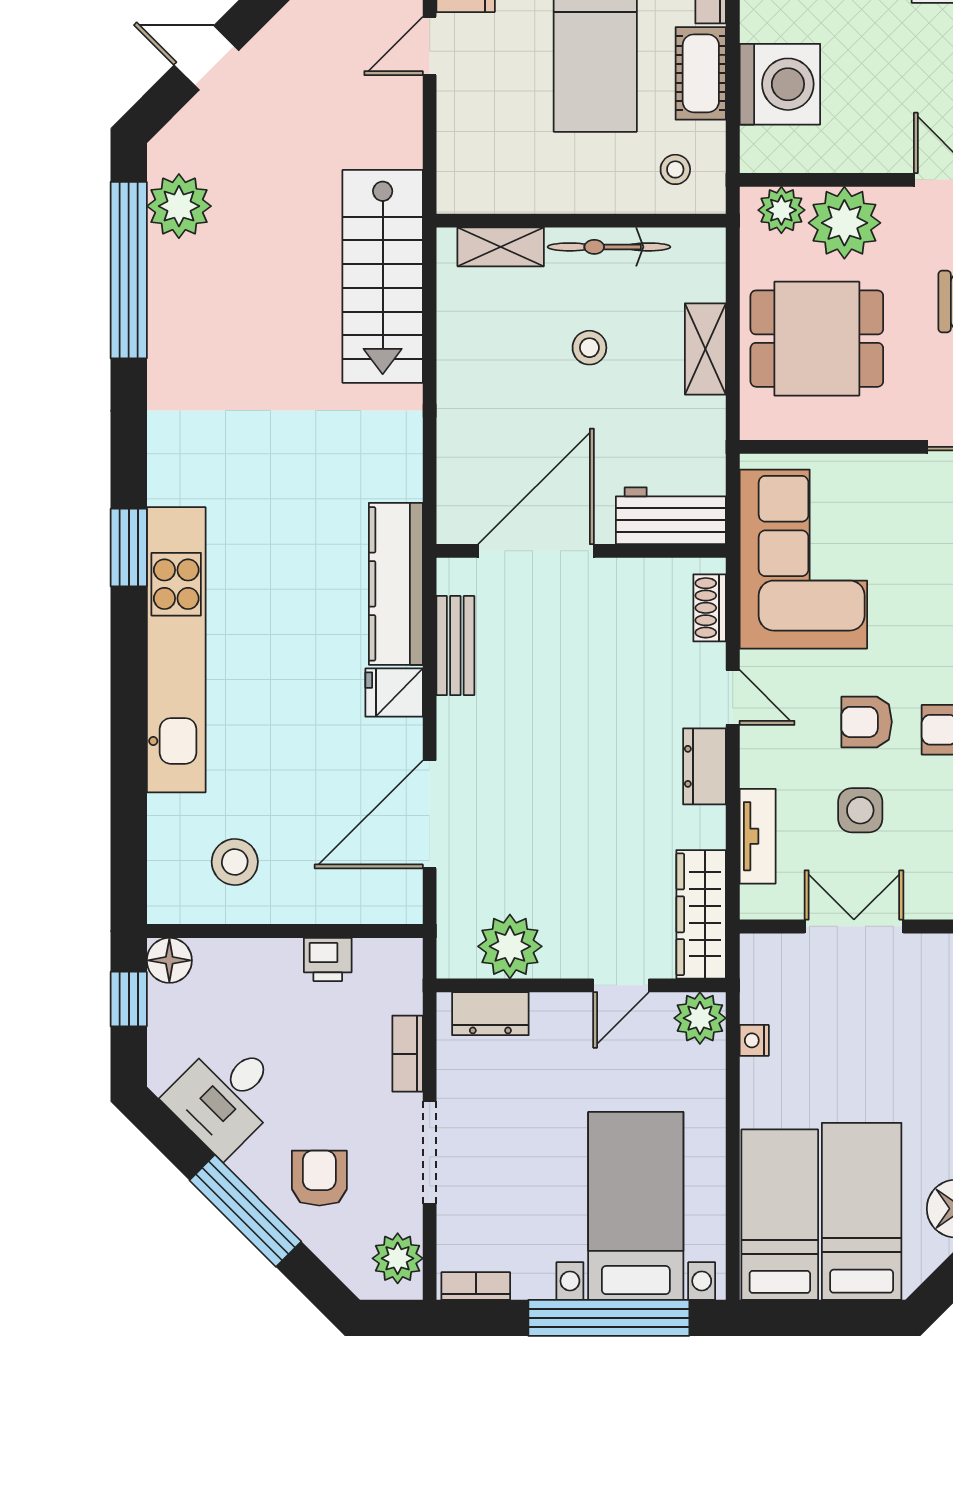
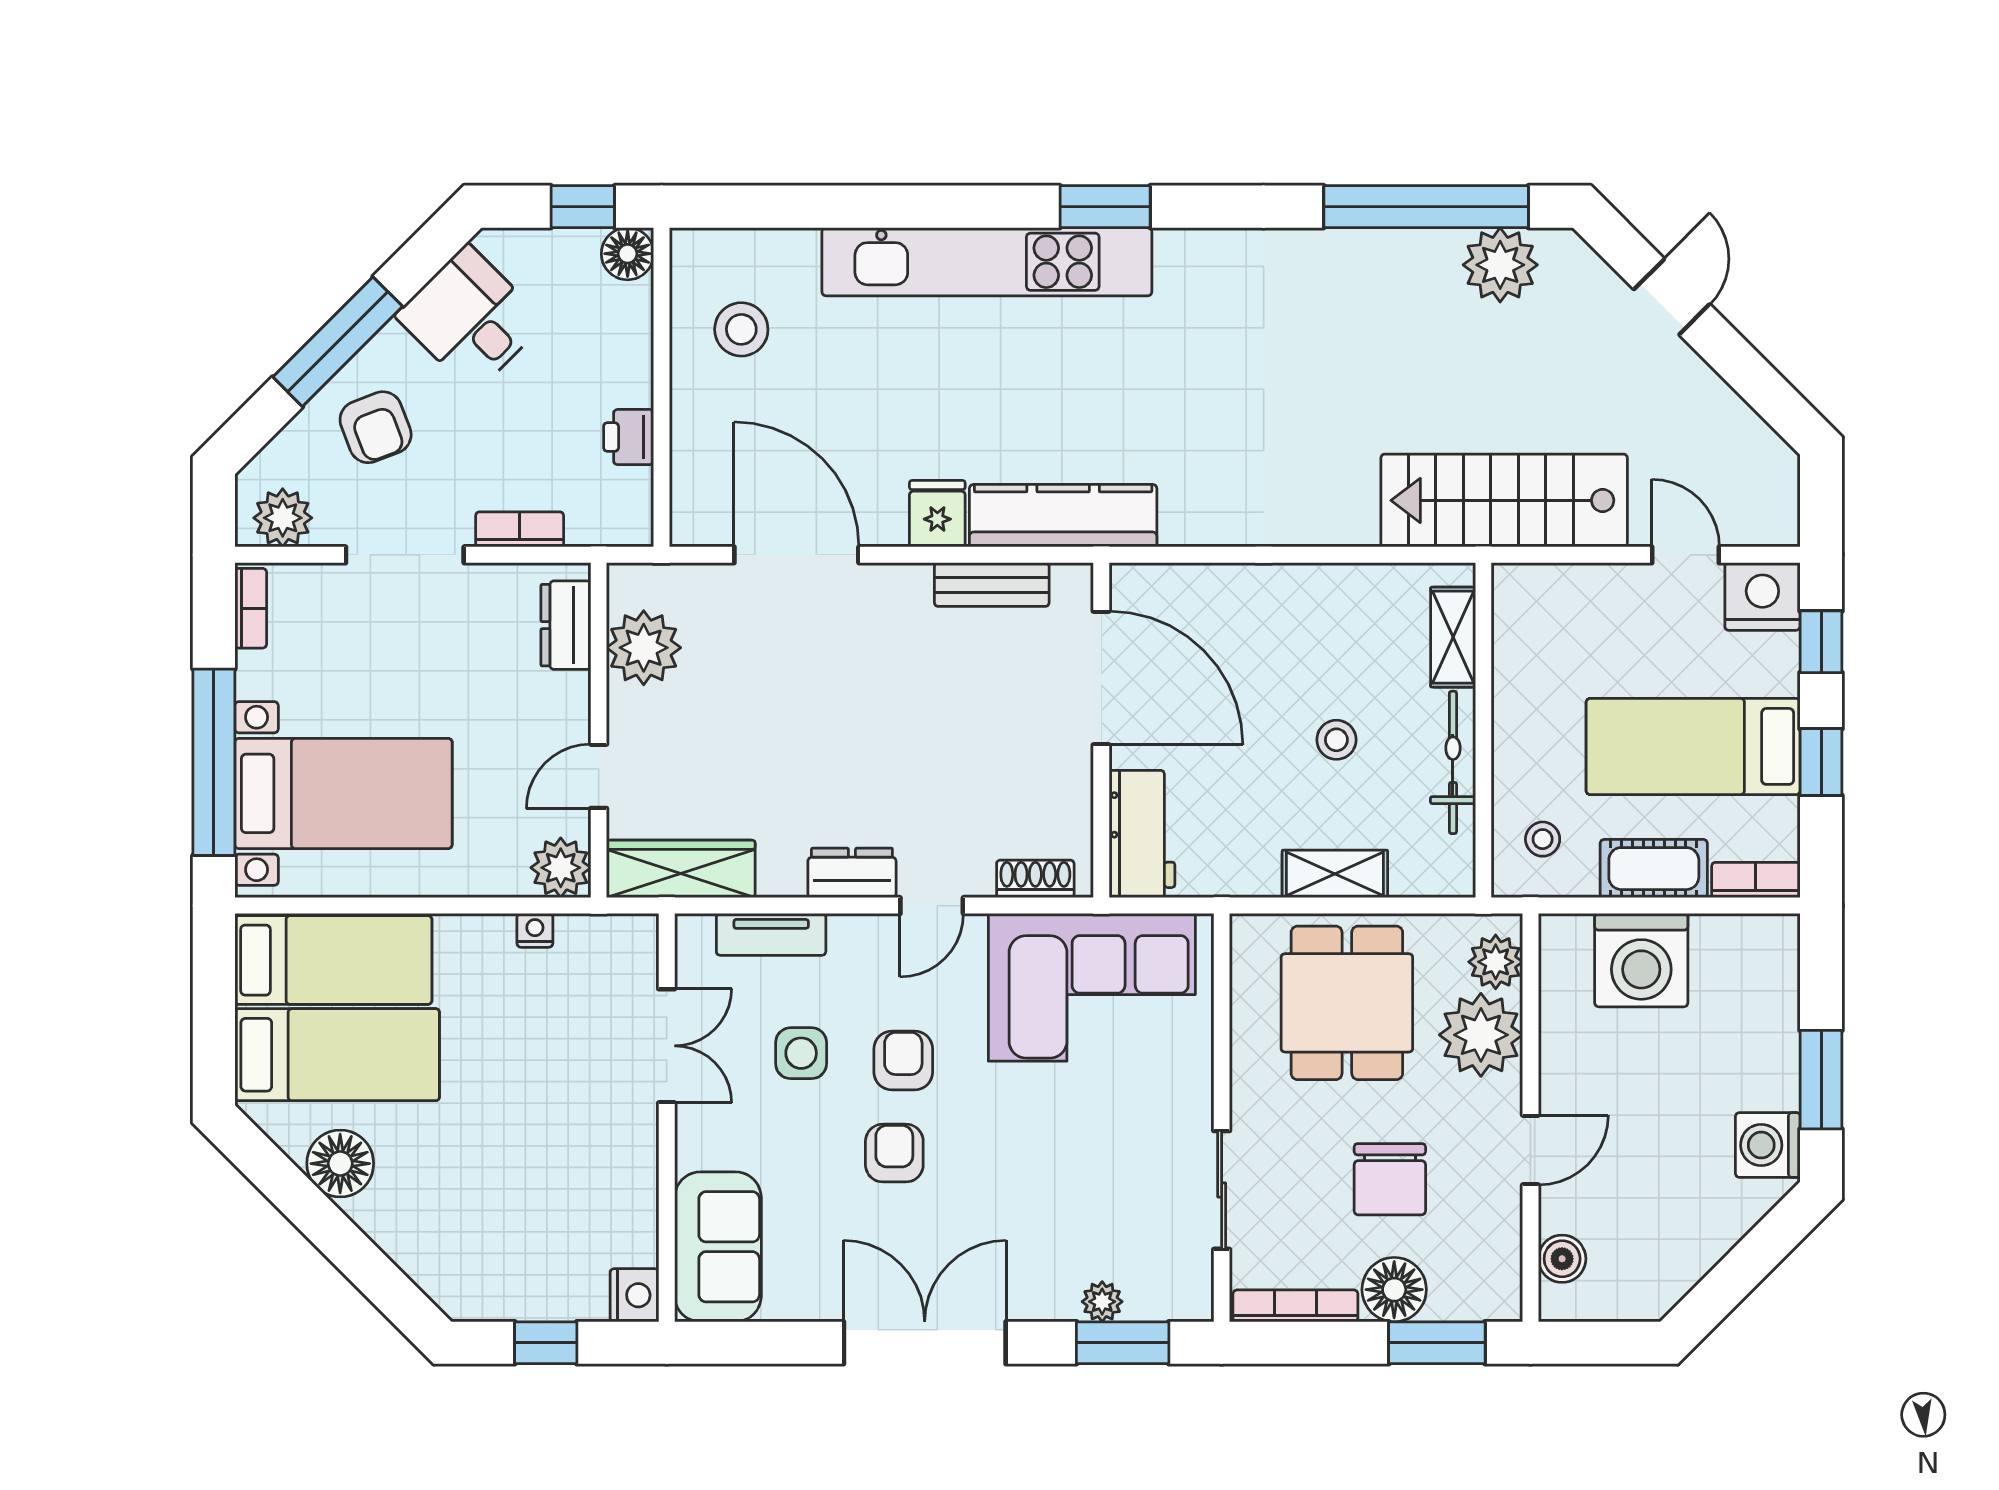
stairs: (383, 276) -> (1504, 500), moved
door: (621, 985) -> (599, 776), hinge flipped
armchair: (319, 1178) -> (376, 427), turned 69

